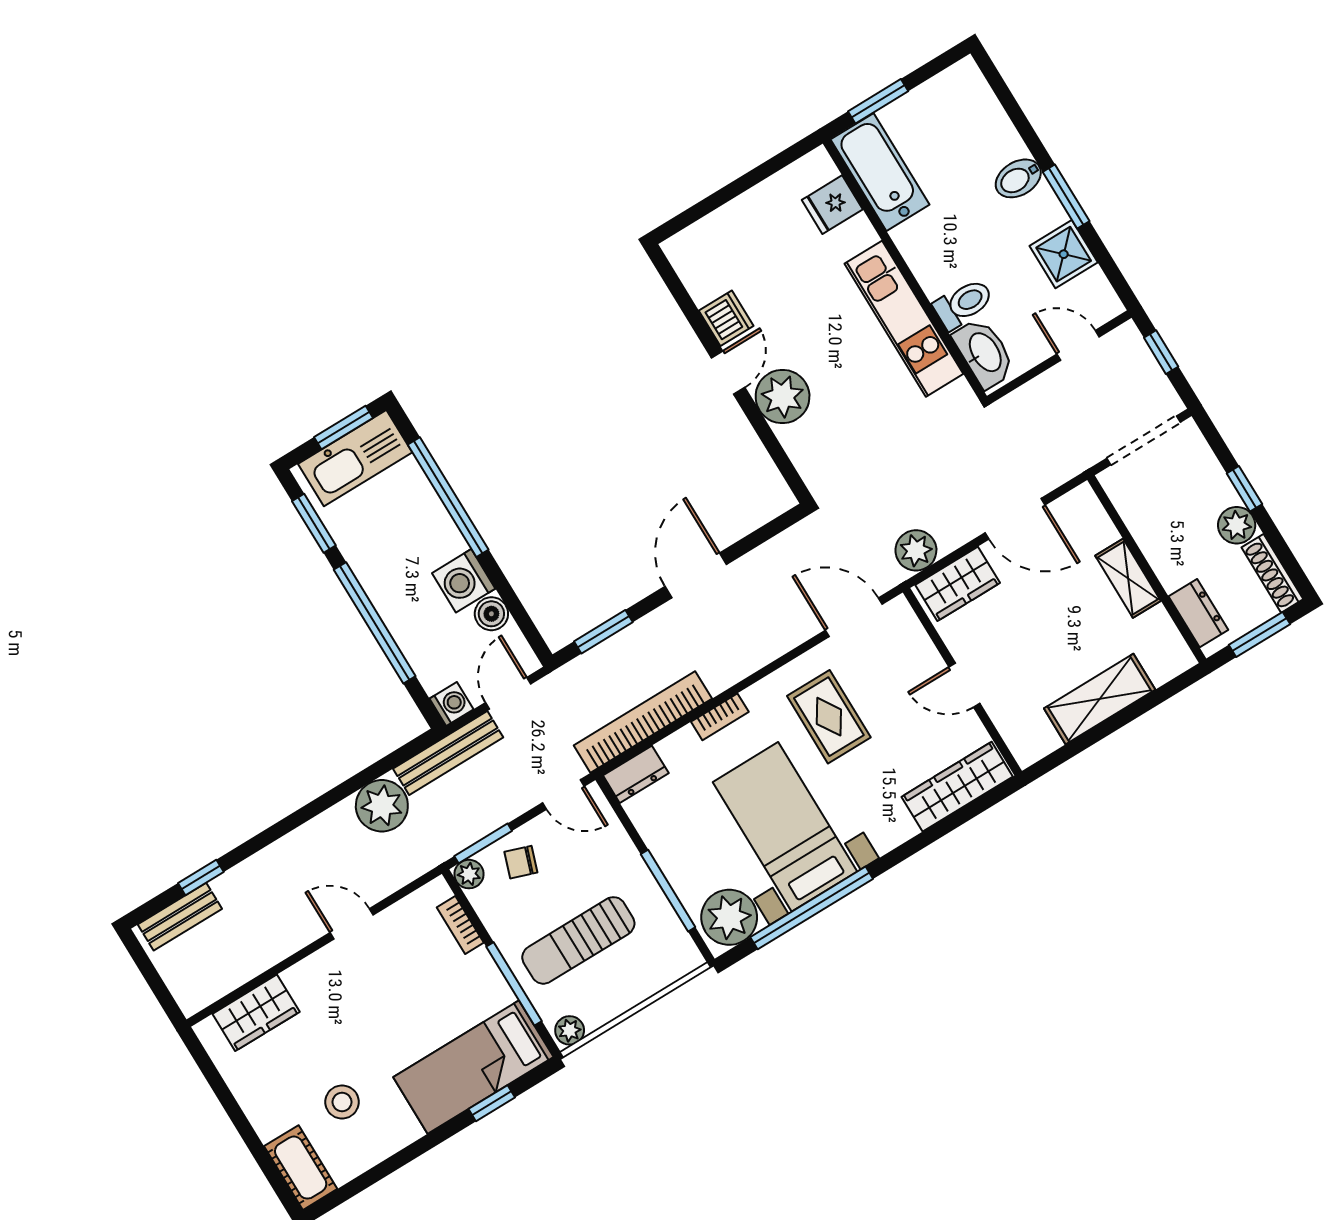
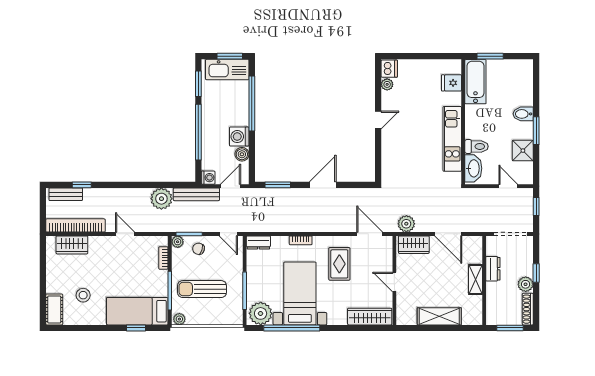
dishwasher: (726, 318) -> (389, 69), moved
plant: (783, 397) -> (387, 84), moved, width x0.53, depth x0.53
dresser: (1198, 613) -> (493, 269), moved
bookcase: (643, 722) -> (75, 225), moved

